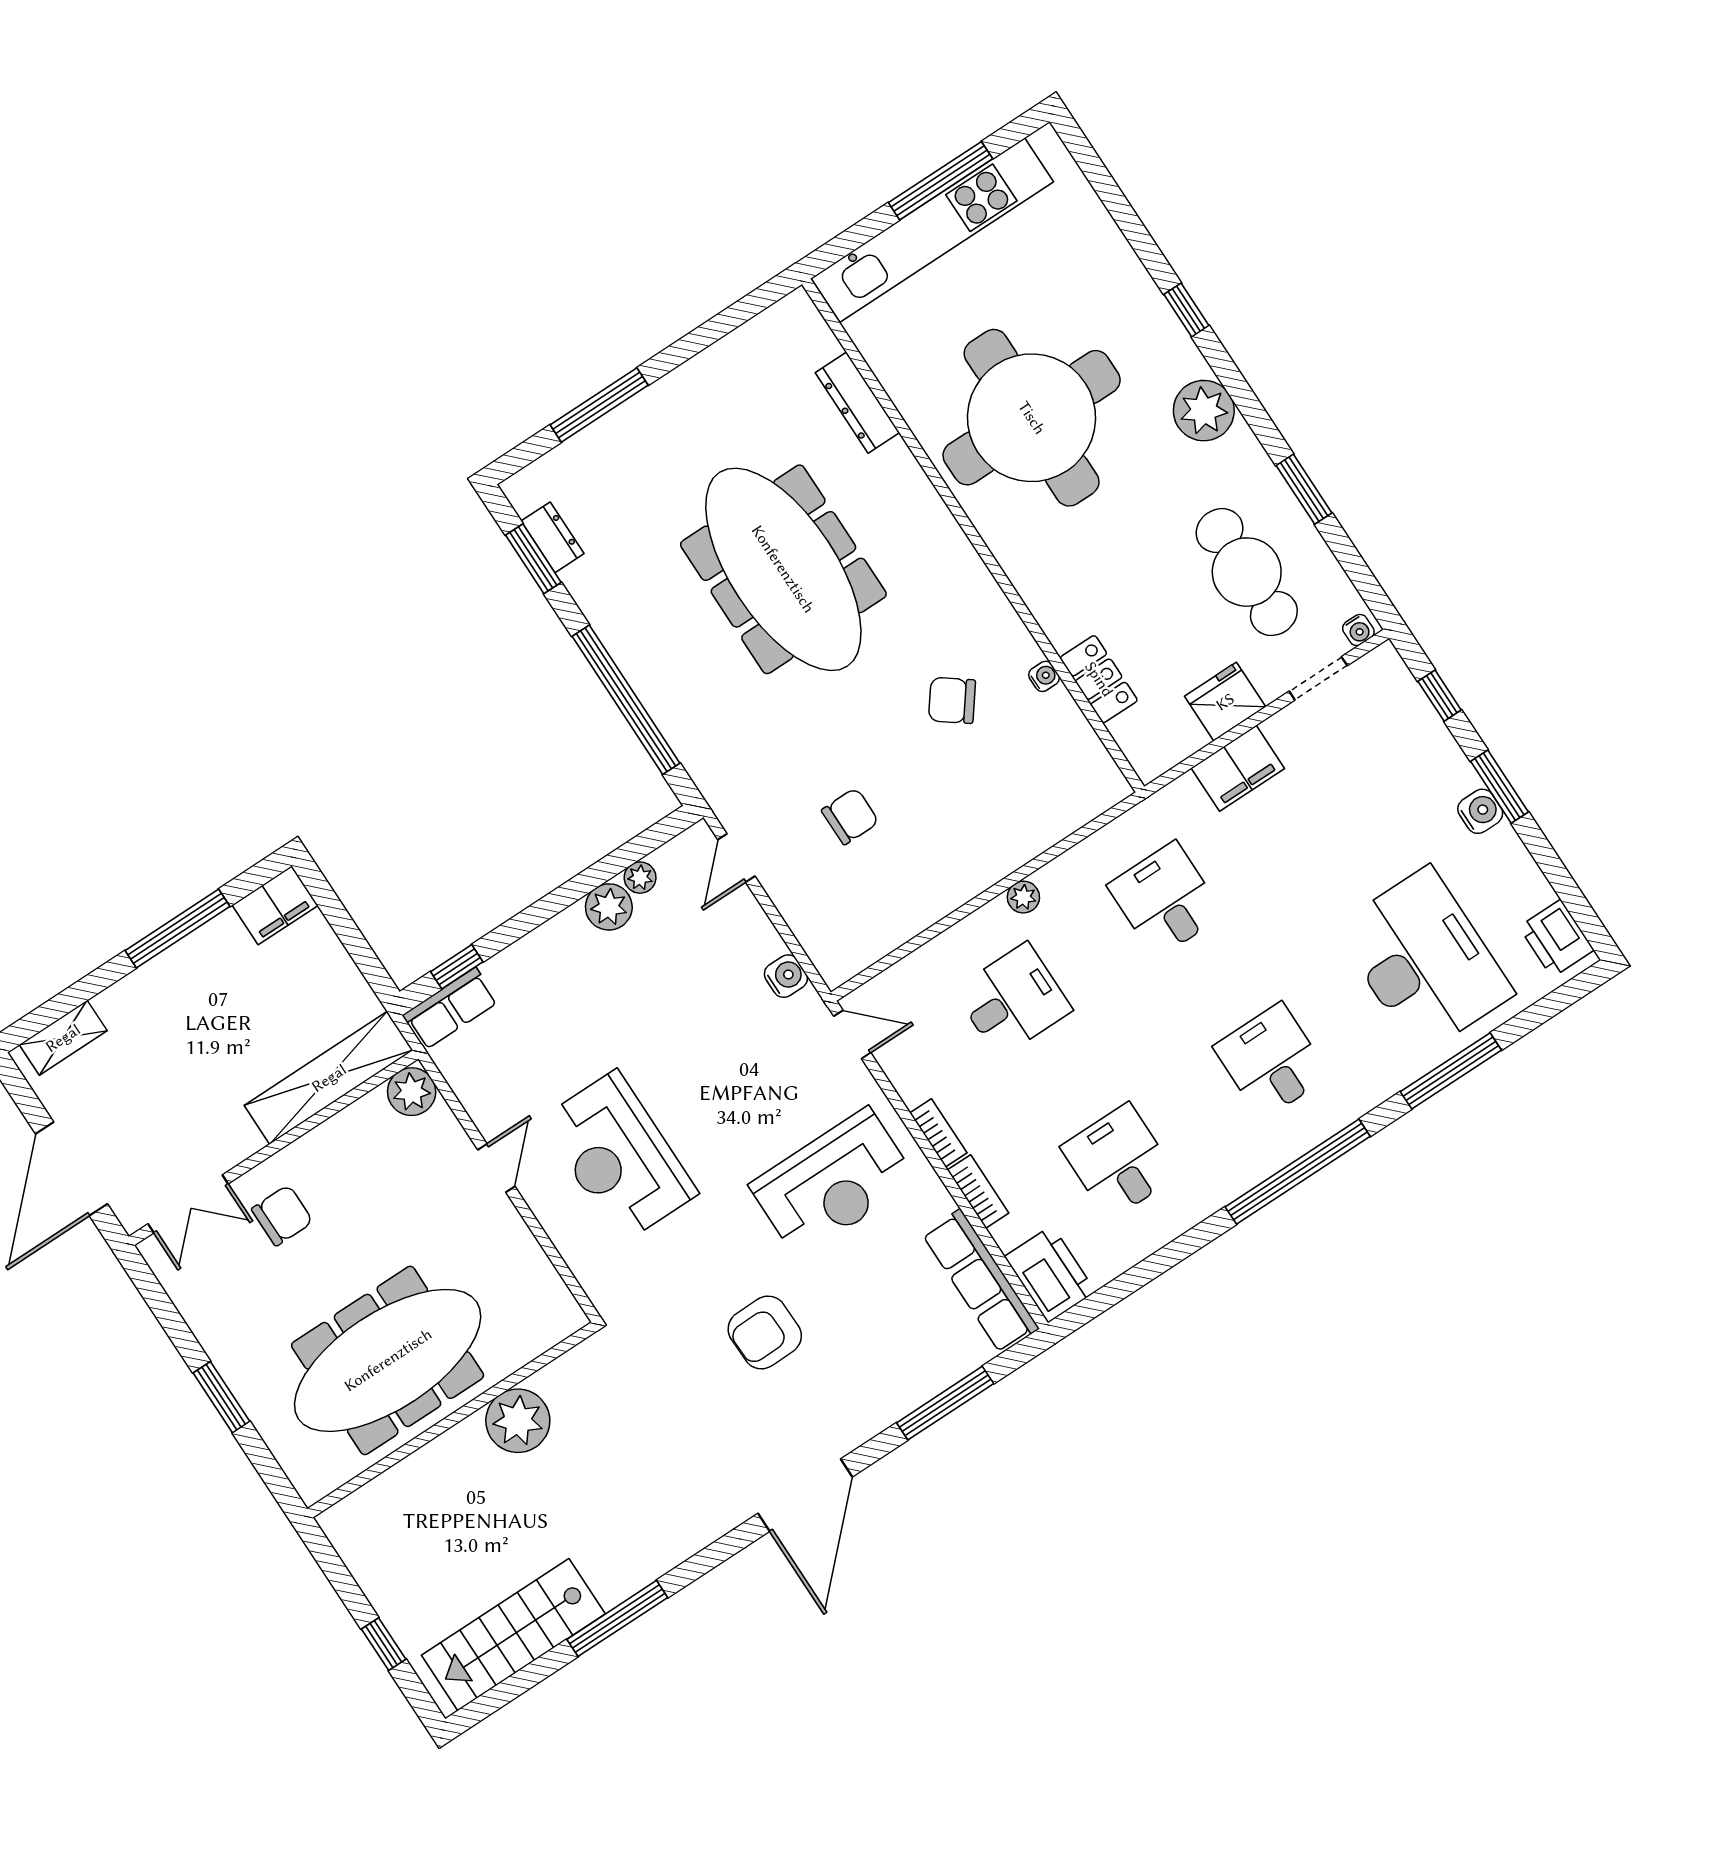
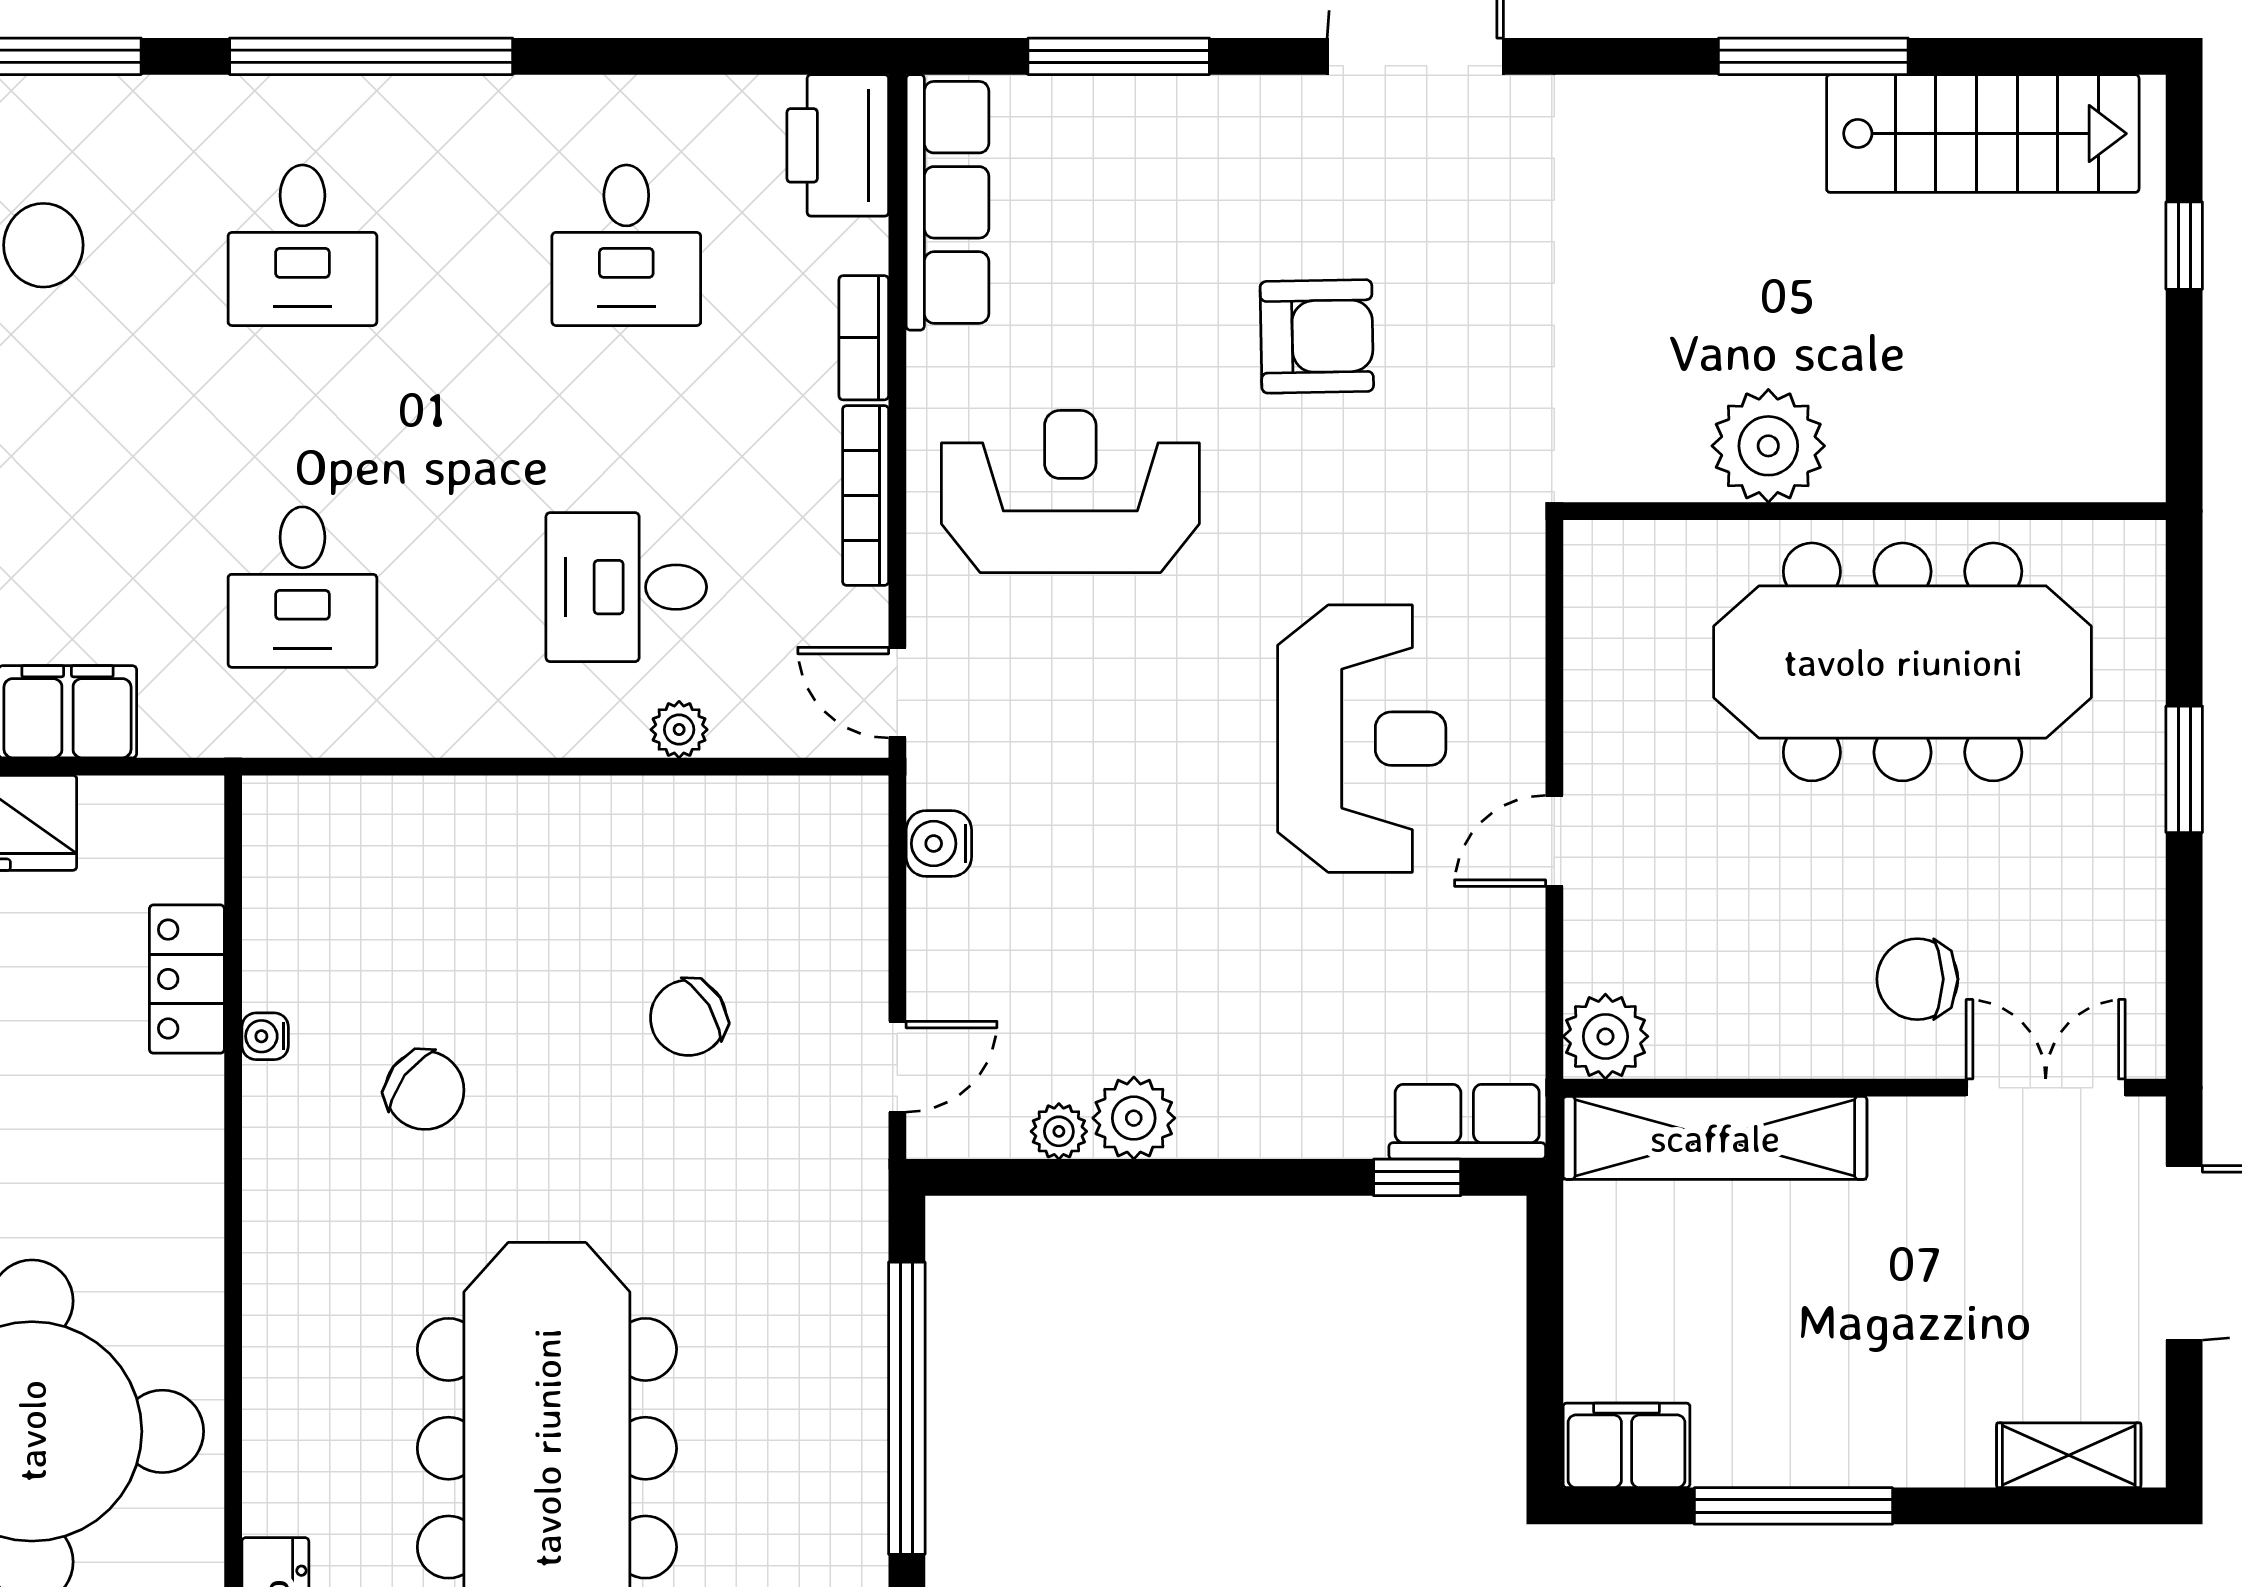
chair: (850, 816) -> (688, 1018), turned -32
plant: (1023, 897) -> (679, 730), moved
bookcase: (938, 1133) -> (866, 495), width x1.56

